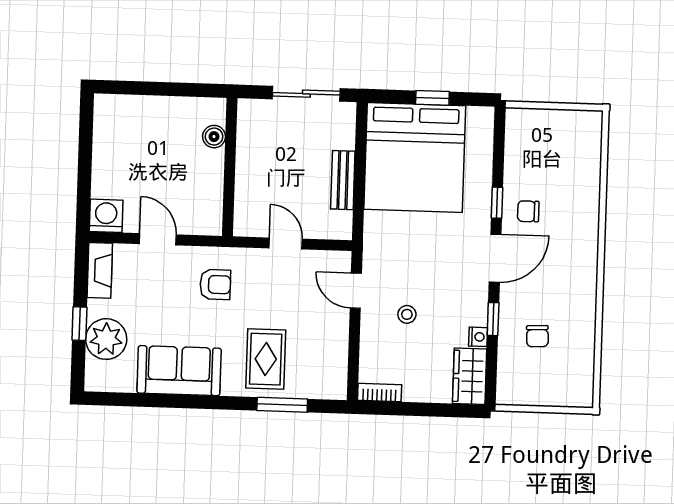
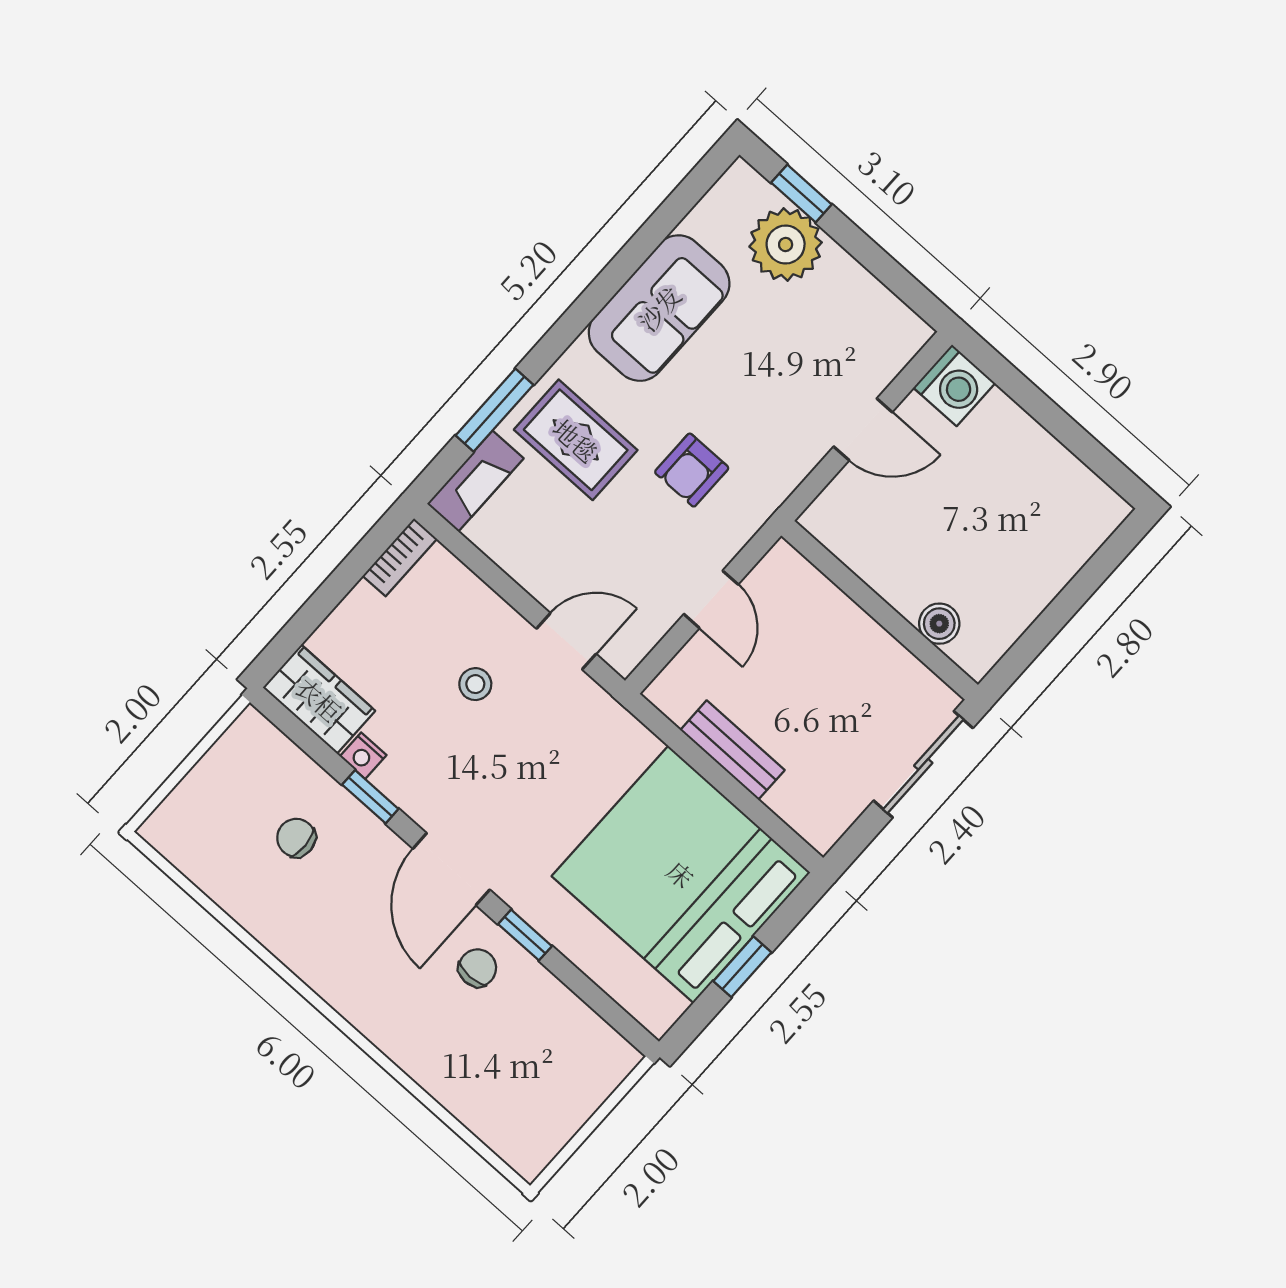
sliding door: (306, 94) -> (923, 764), moved
door: (286, 243) -> (711, 599), hinge flipped
fireplace: (100, 270) -> (475, 481), moved, turned -90
armchair: (215, 284) -> (692, 470), moved
window: (79, 324) -> (801, 194), moved

